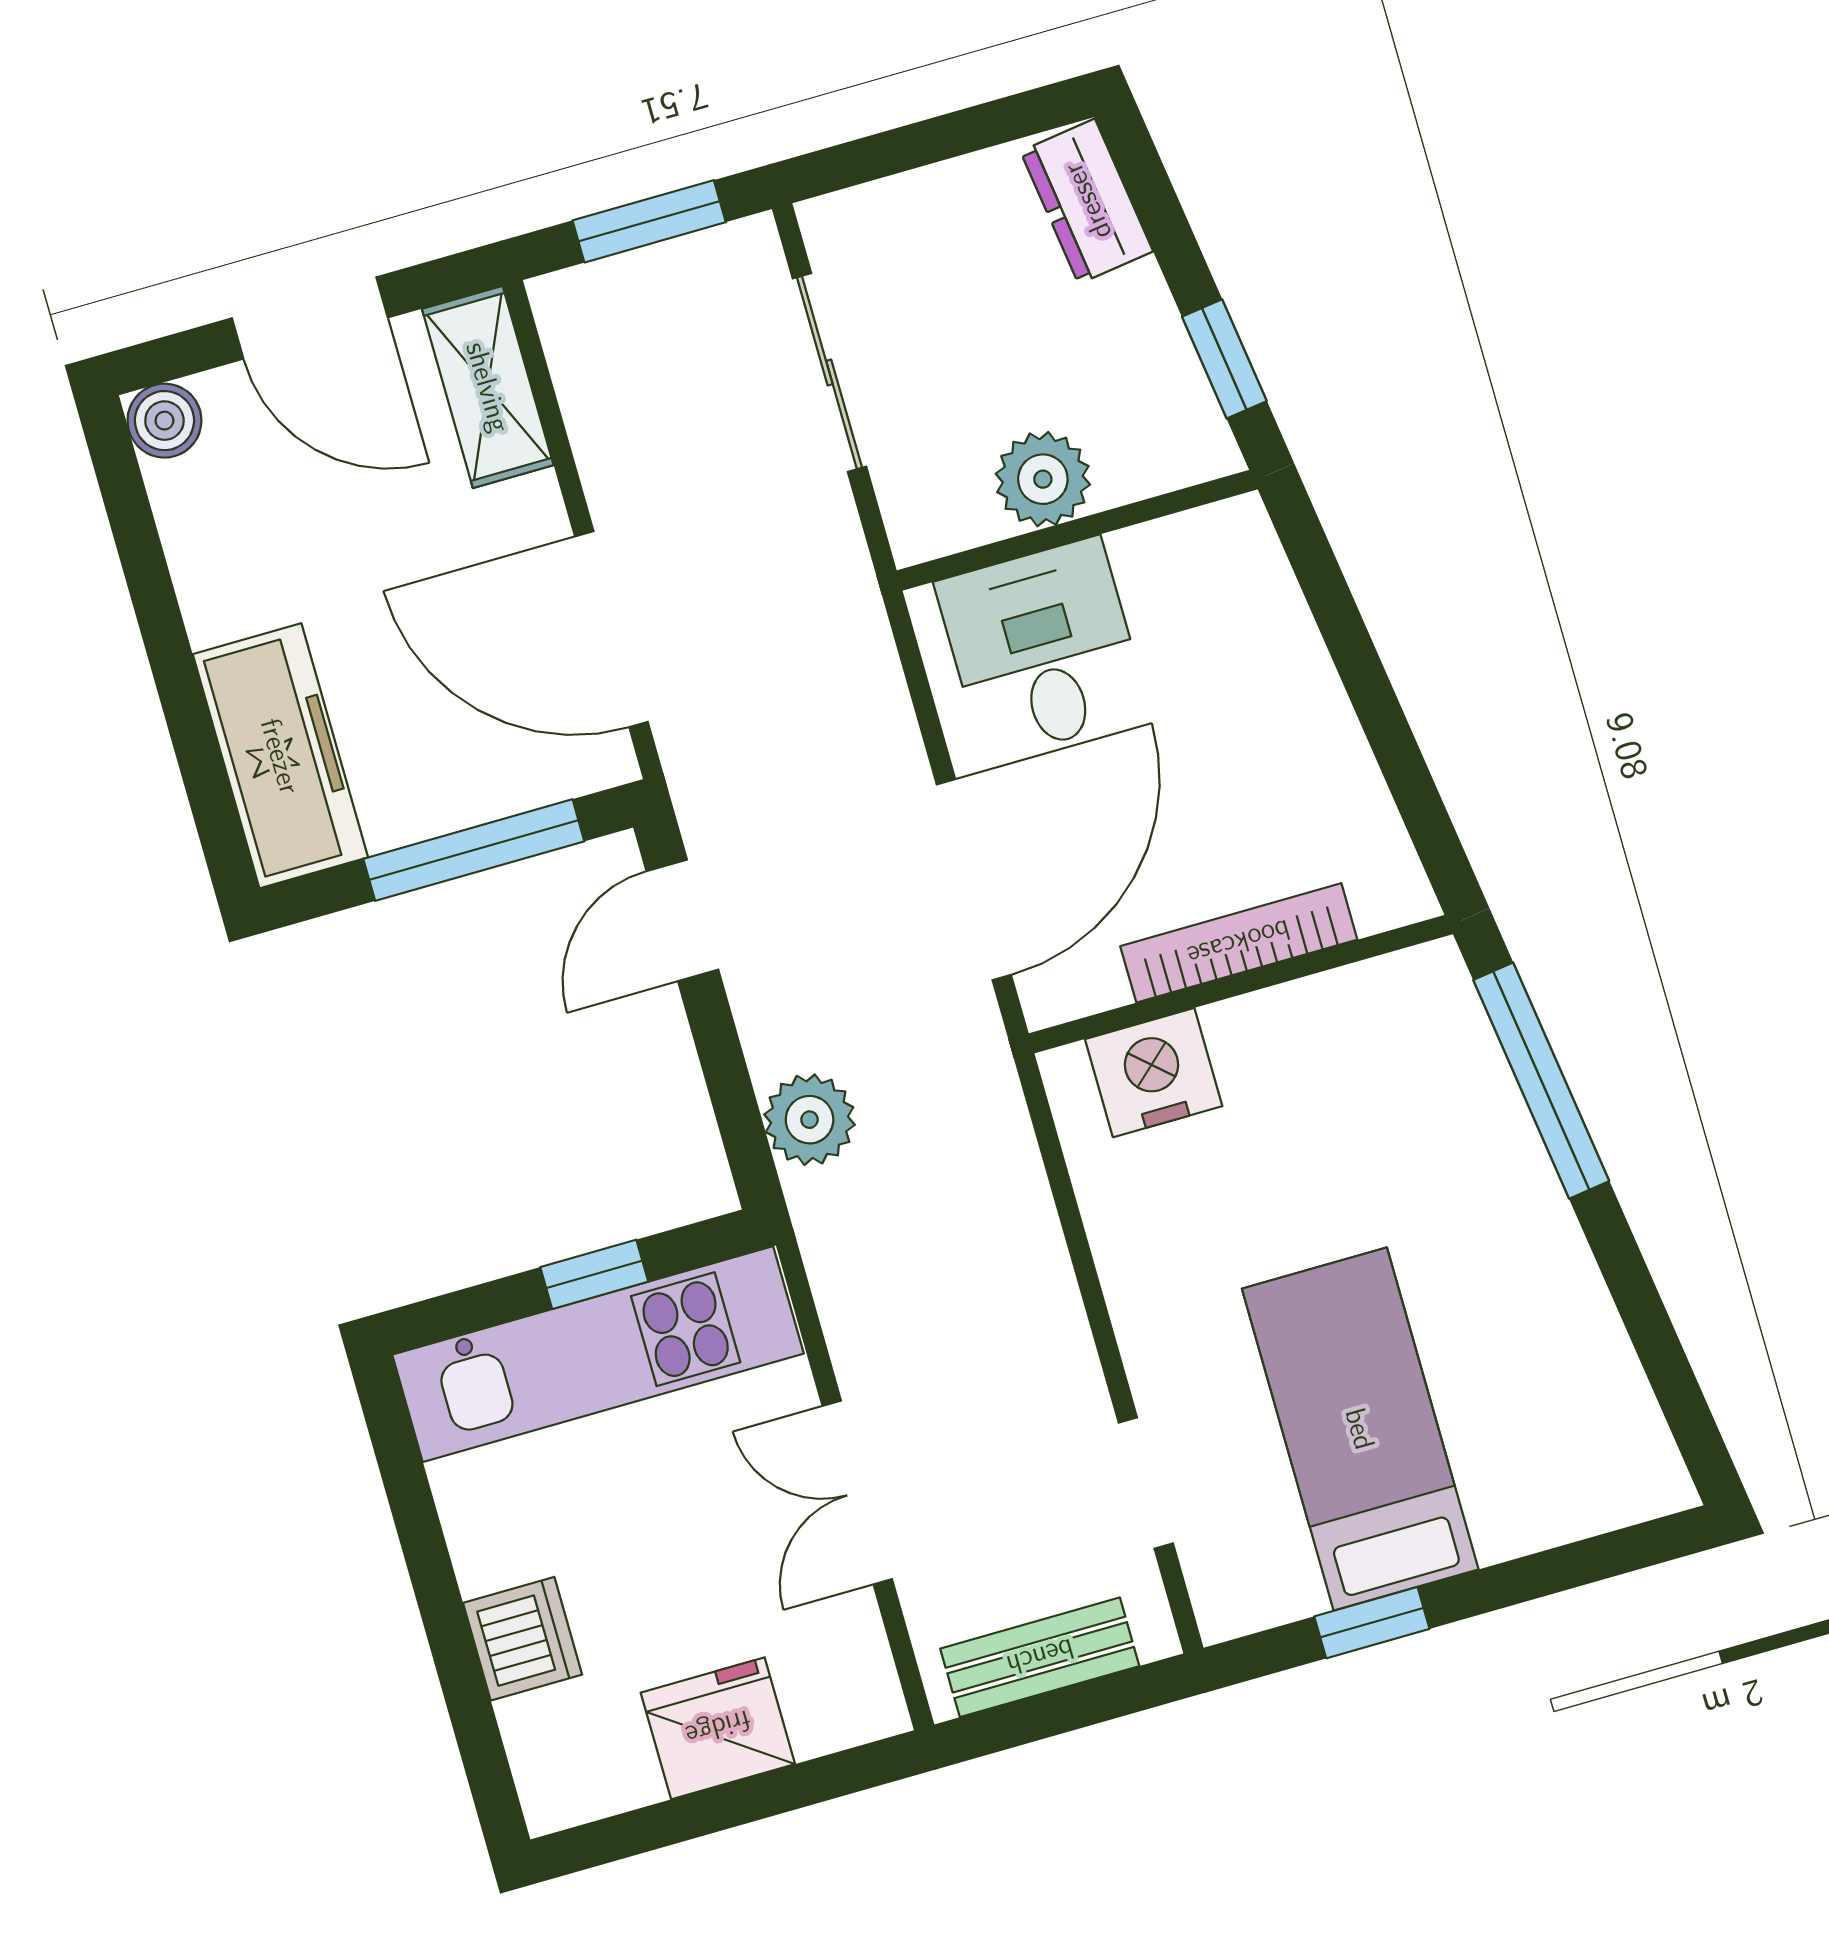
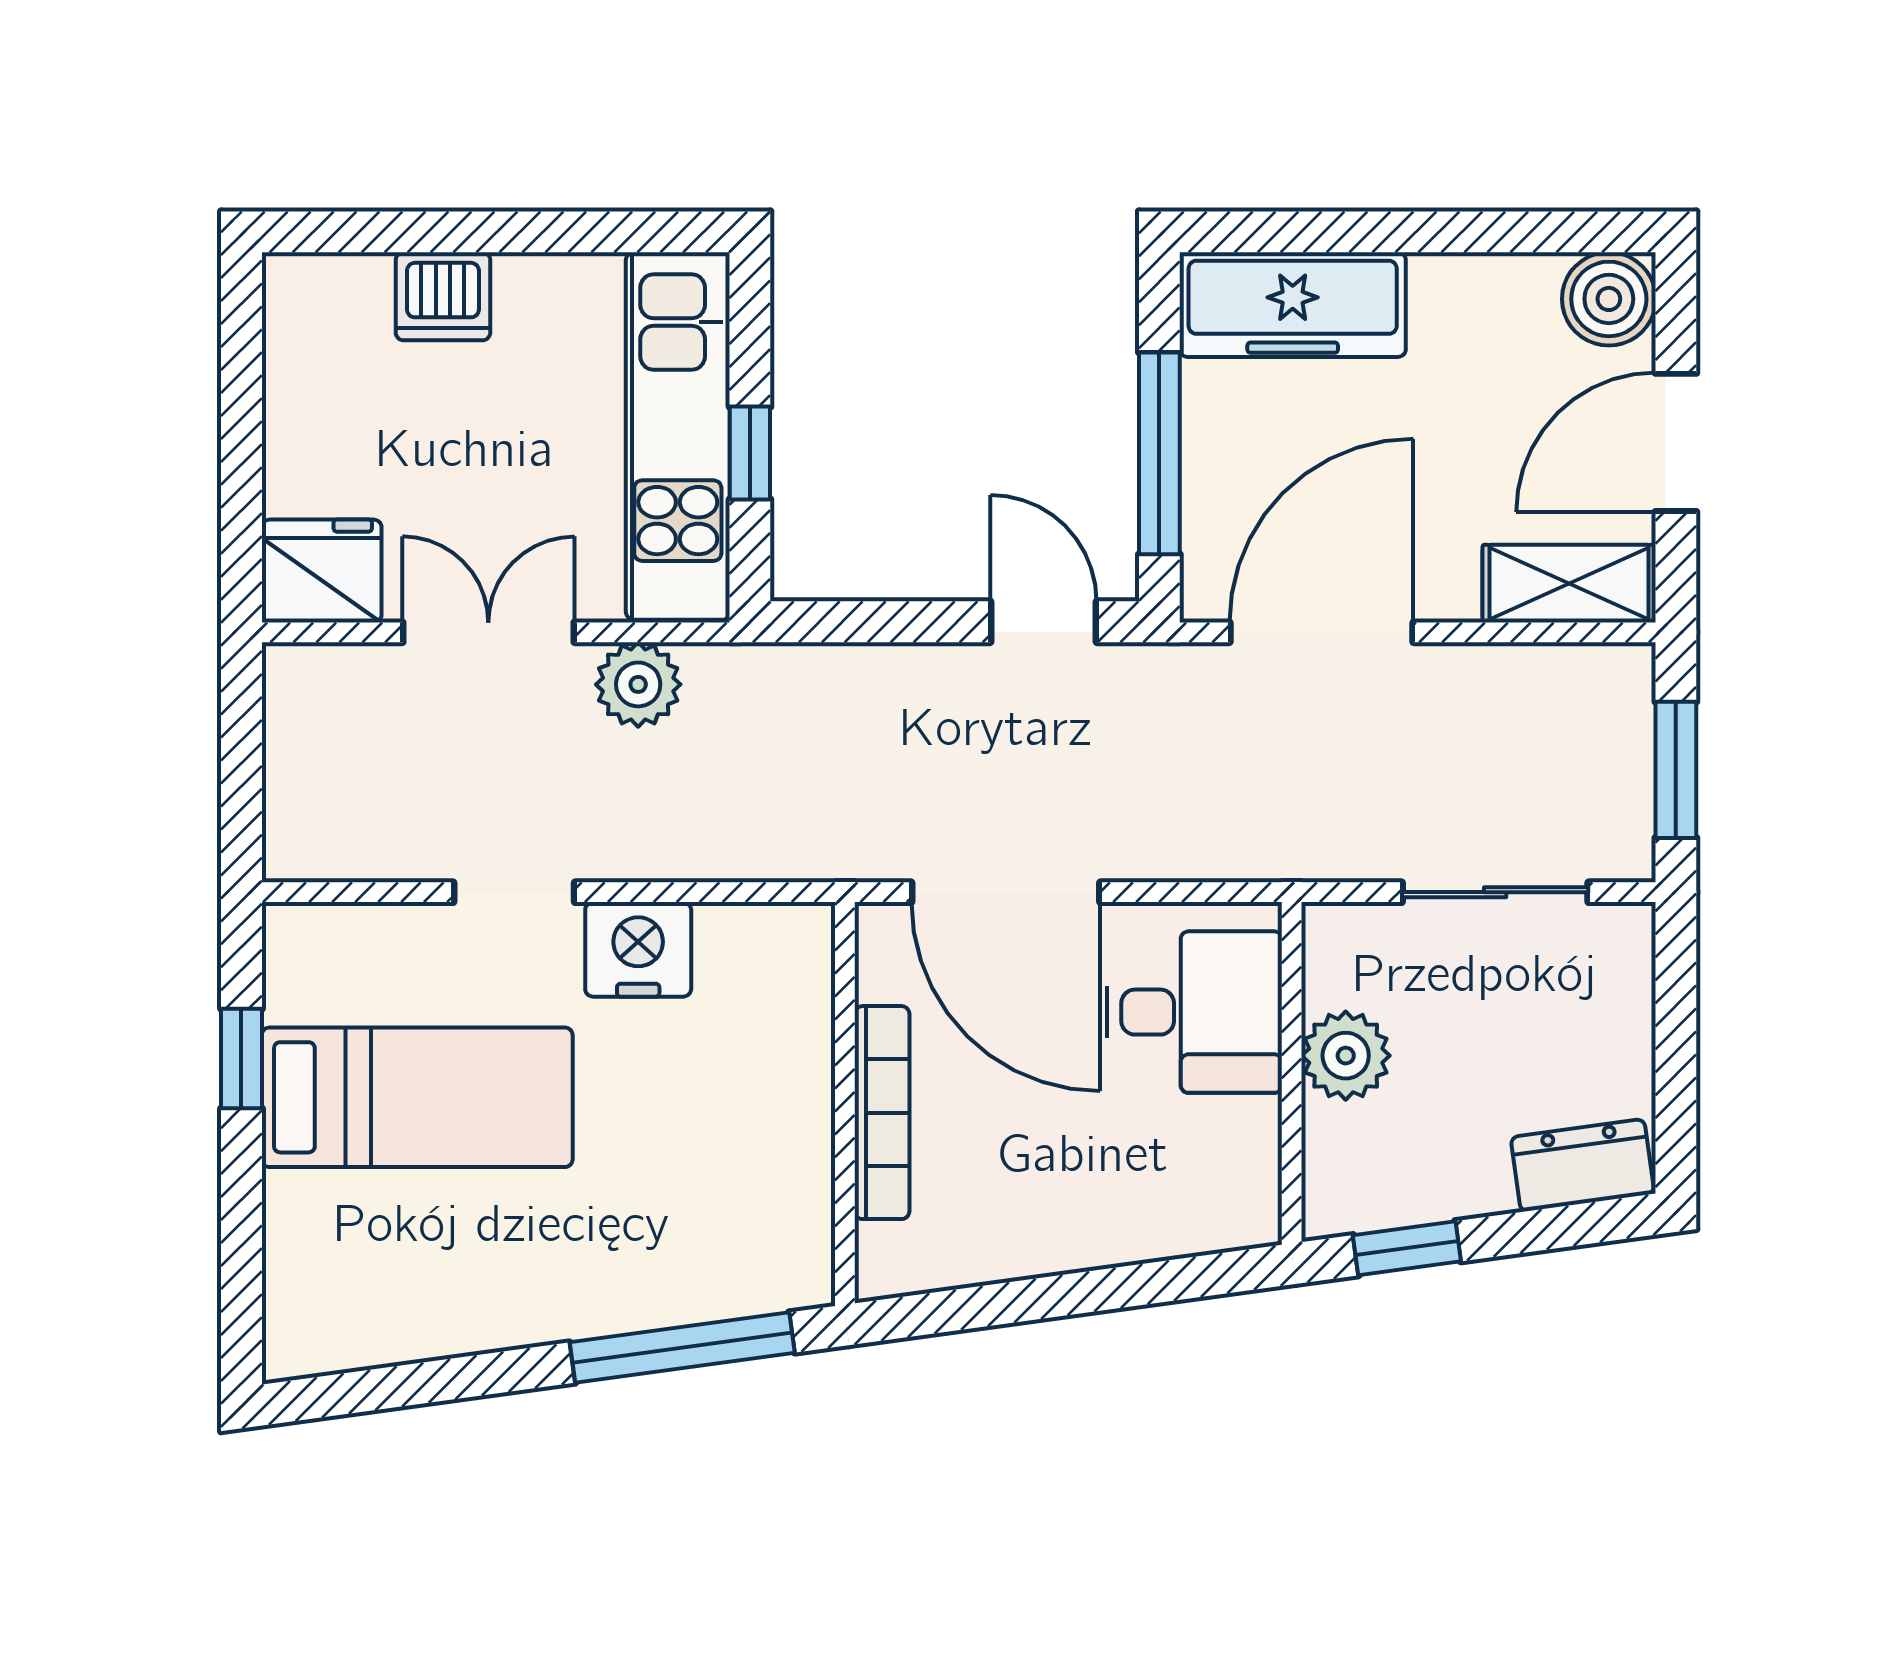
boiler: (164, 421) -> (1609, 299), width x1.36, depth x1.36
nightstand: (1154, 1073) -> (638, 949), moved, turned -90
plant: (810, 1120) -> (638, 684), moved
doorway: (1146, 1483) -> (514, 892), moved
bench: (1040, 1657) -> (295, 753), removed
fridge: (718, 1728) -> (322, 571), moved, turned -90

